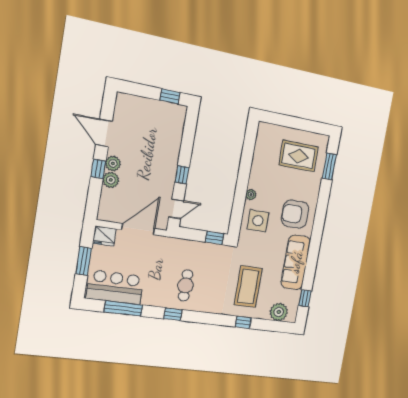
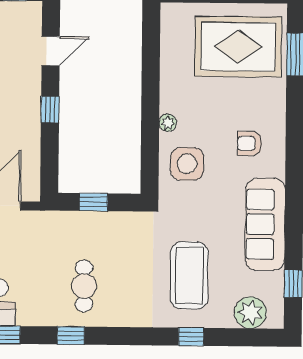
rug: (299, 156) -> (238, 47), width x1.37, depth x1.44
door: (176, 209) -> (51, 51), moved
armchair: (295, 214) -> (249, 143), width x0.53, depth x0.53
window: (214, 238) -> (94, 202), moved

